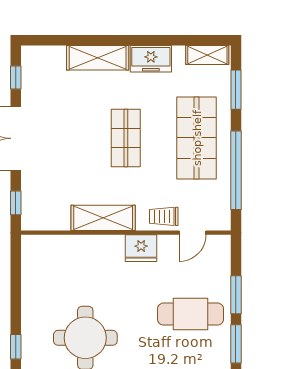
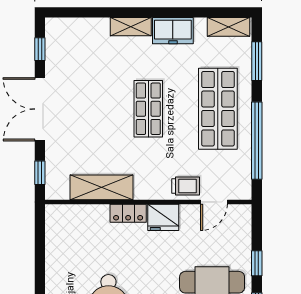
shelving: (98, 58) -> (131, 27), width x0.67, depth x0.75
trolley: (164, 216) -> (186, 186), turned 180
shelving: (103, 218) -> (101, 187), moved
locker: (105, 244) -> (128, 213), added
window: (236, 295) -> (257, 263), width x0.67

